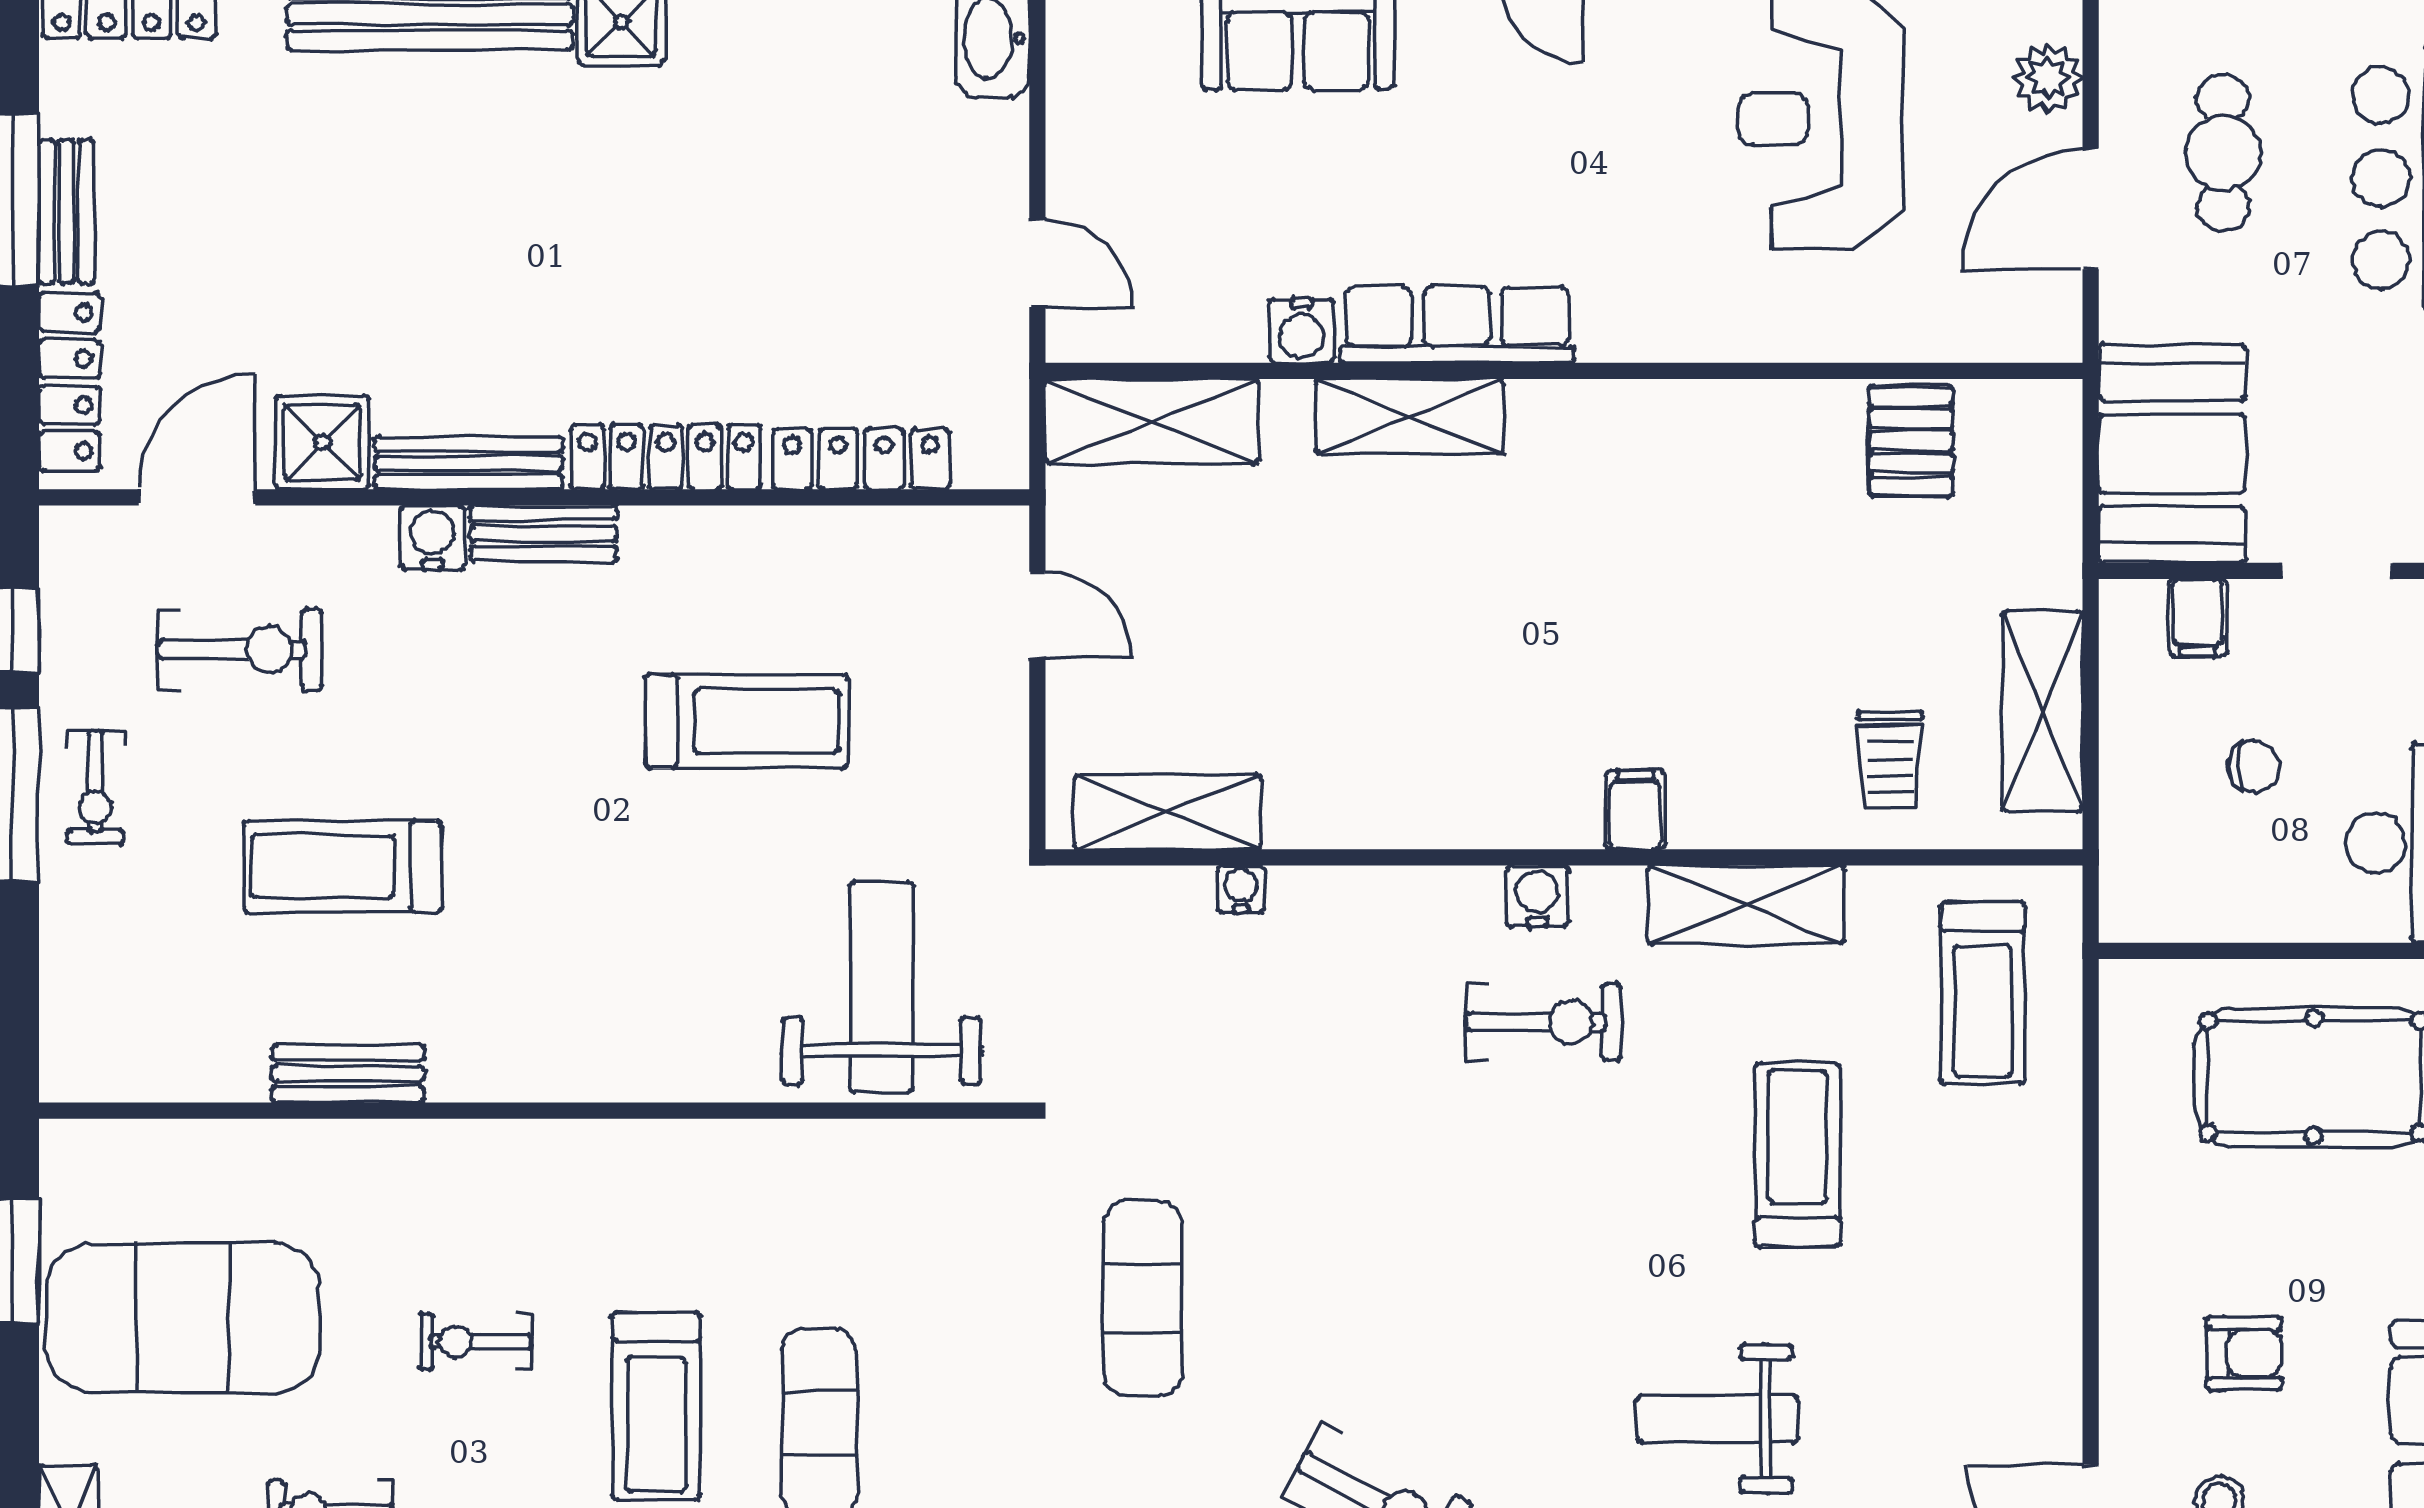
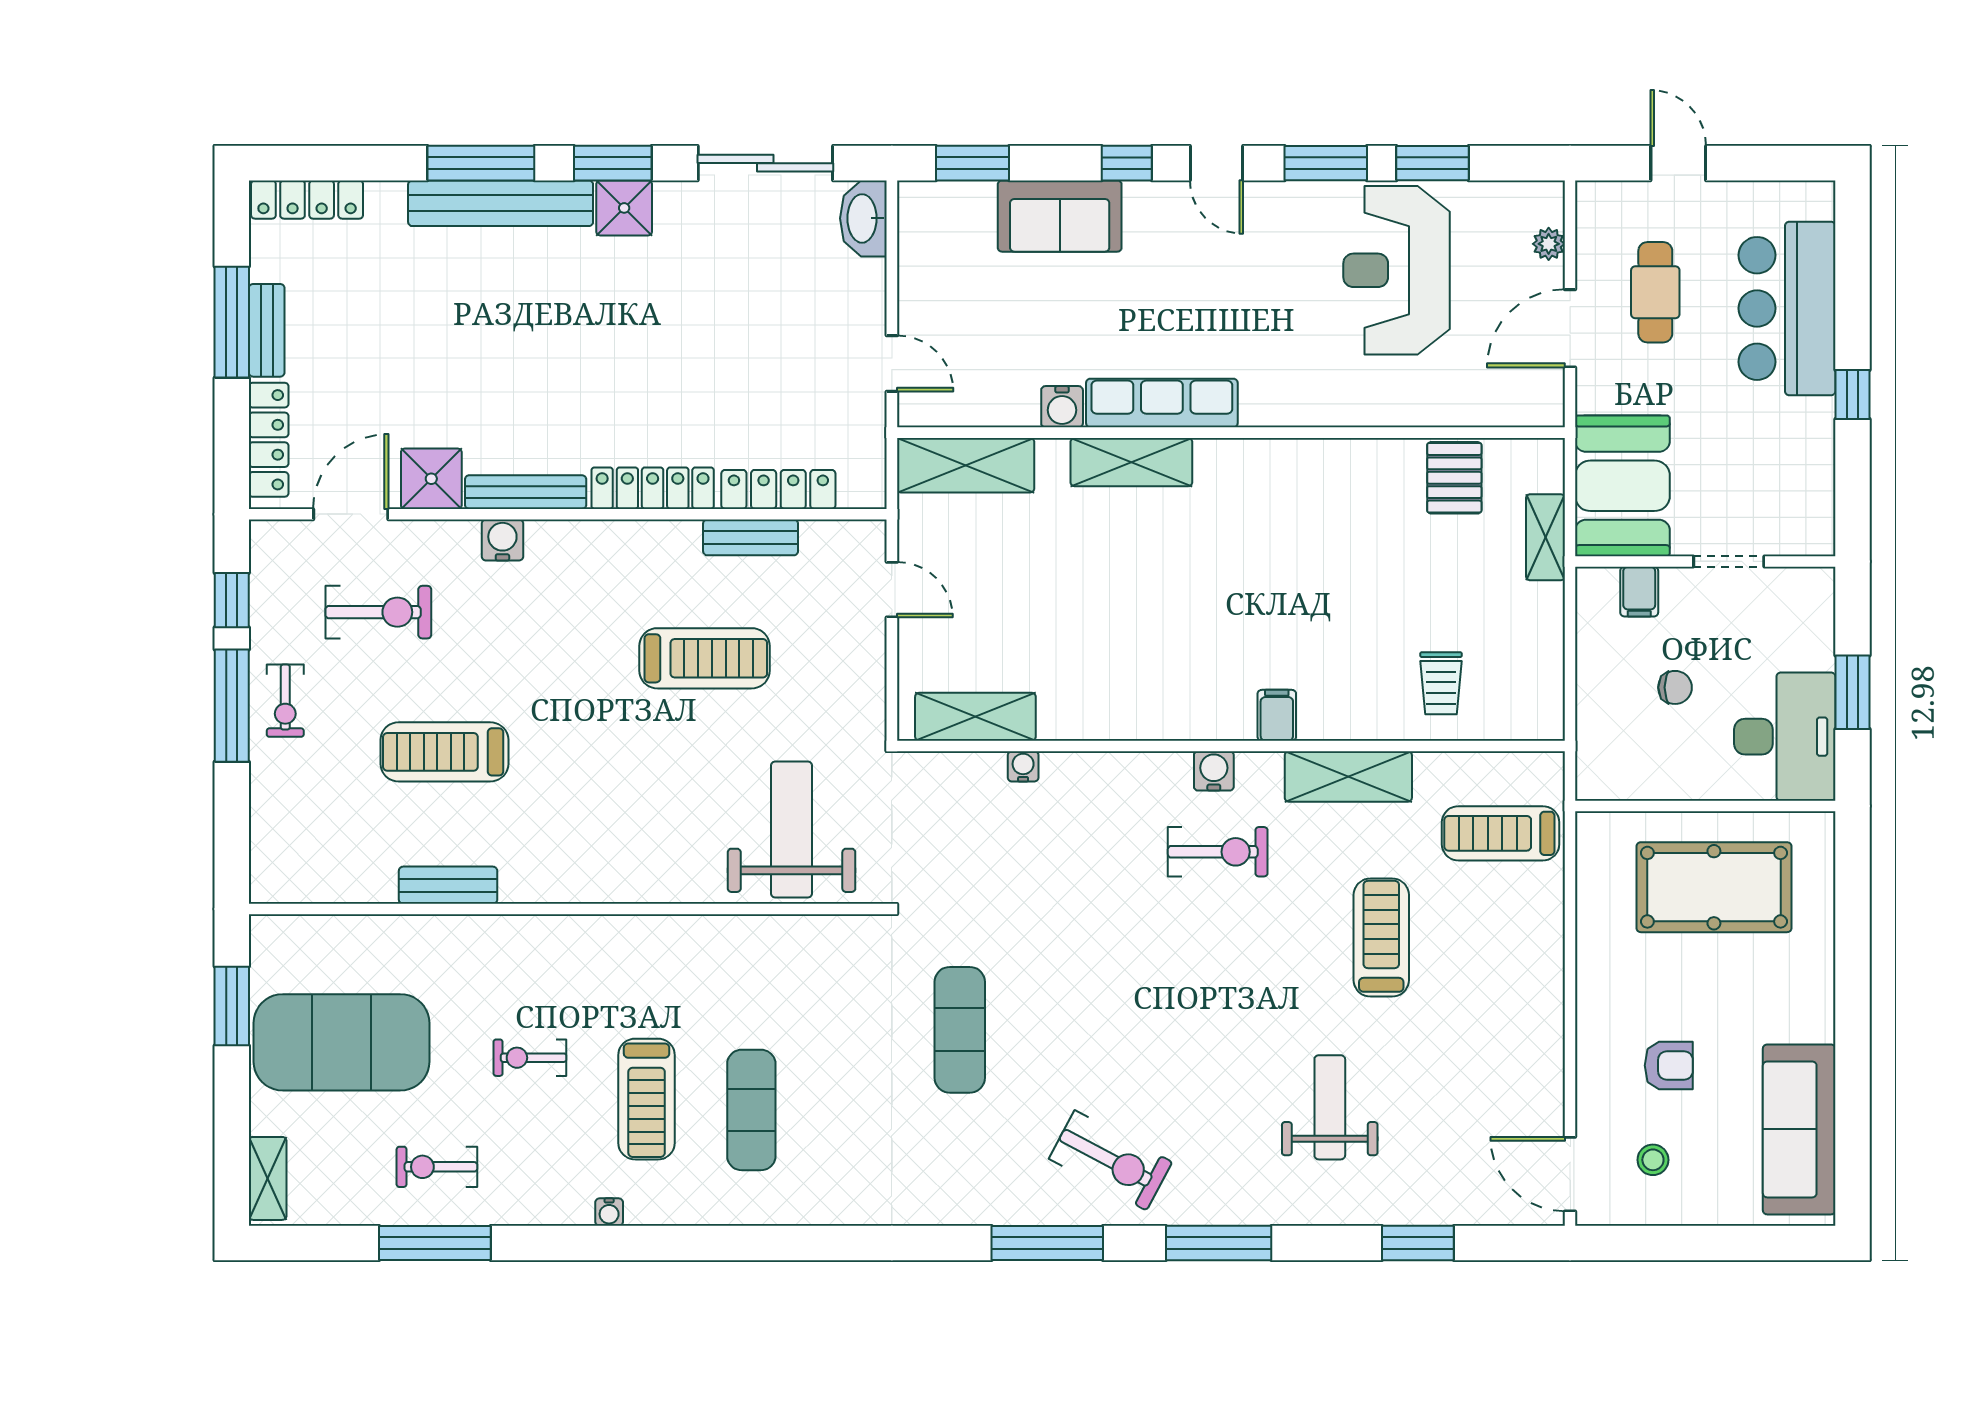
plant: (2048, 78) -> (1549, 244), width x0.73, depth x0.73
bench: (543, 534) -> (751, 537), moved
shelving: (2042, 711) -> (1545, 537), moved, width x0.67, depth x0.75
treadmill: (1983, 993) -> (1501, 833), turned 90
weight bench: (1717, 1419) -> (1330, 1107), turned 90

